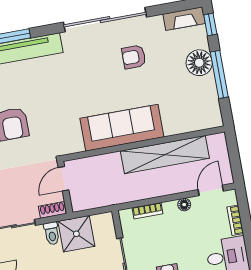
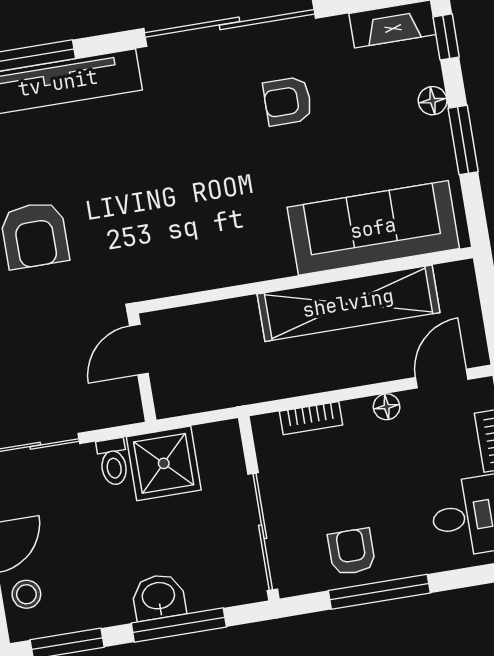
floor lamp: (199, 63) -> (433, 101), width x0.53, depth x0.53
window: (219, 74) -> (463, 140), width x0.69
sofa: (122, 128) -> (373, 228), moved
shoe rack: (52, 210) -> (115, 414), removed

